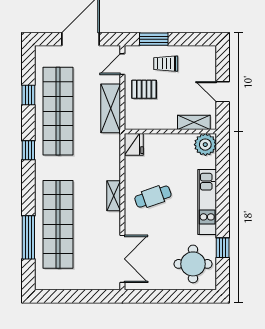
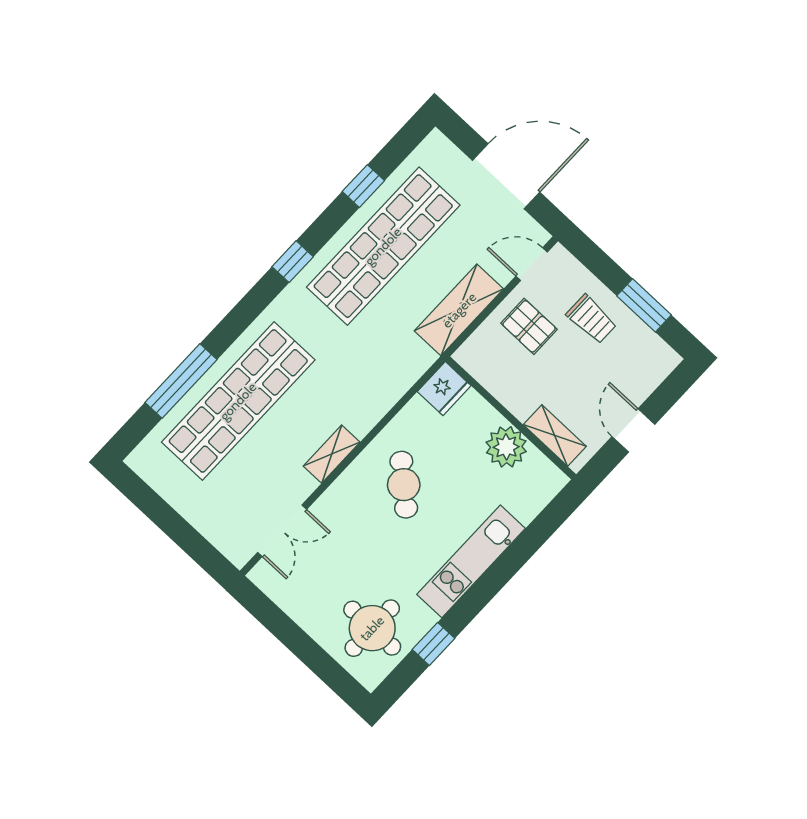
window: (154, 39) -> (644, 305), moved
trolley: (166, 64) -> (592, 319), turned 180
plant: (205, 145) -> (506, 447), moved
shelving: (114, 196) -> (332, 454), moved
cafe table: (153, 197) -> (404, 485), turned 60
double door: (122, 259) -> (282, 531), width x0.73

